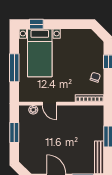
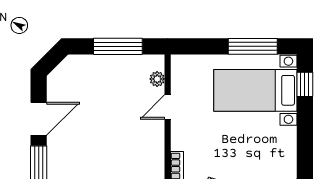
window: (14, 68) -> (253, 46), moved
window: (14, 133) -> (118, 46), width x1.44

